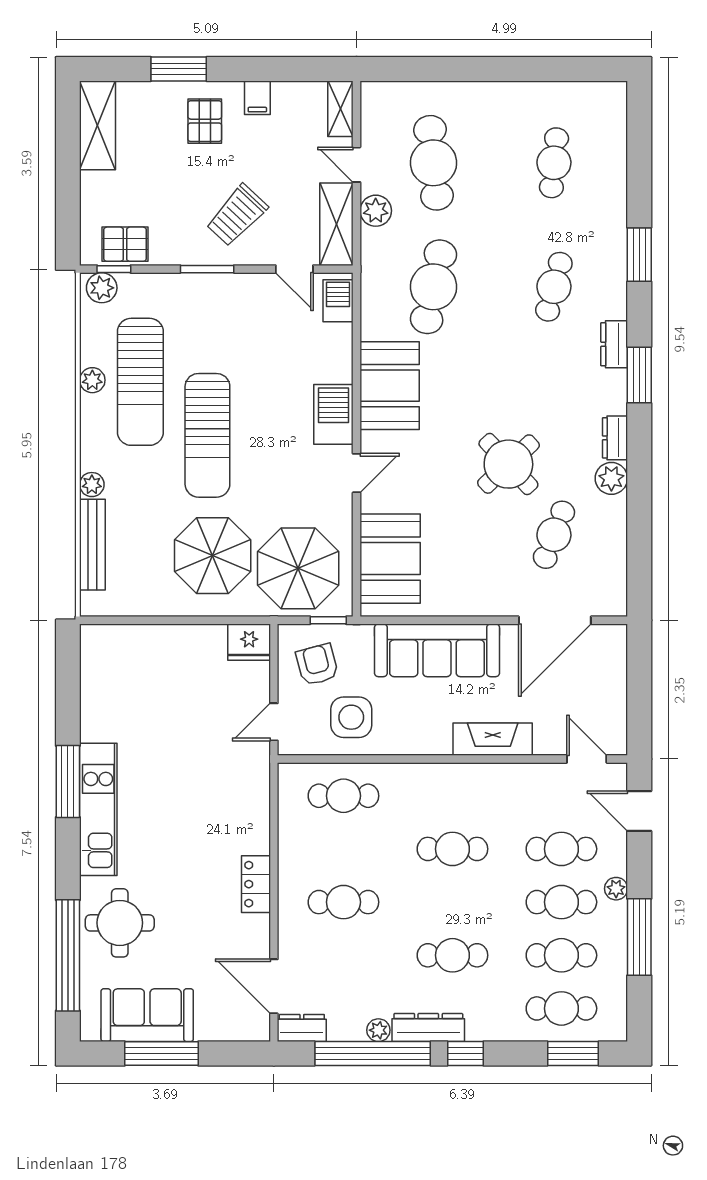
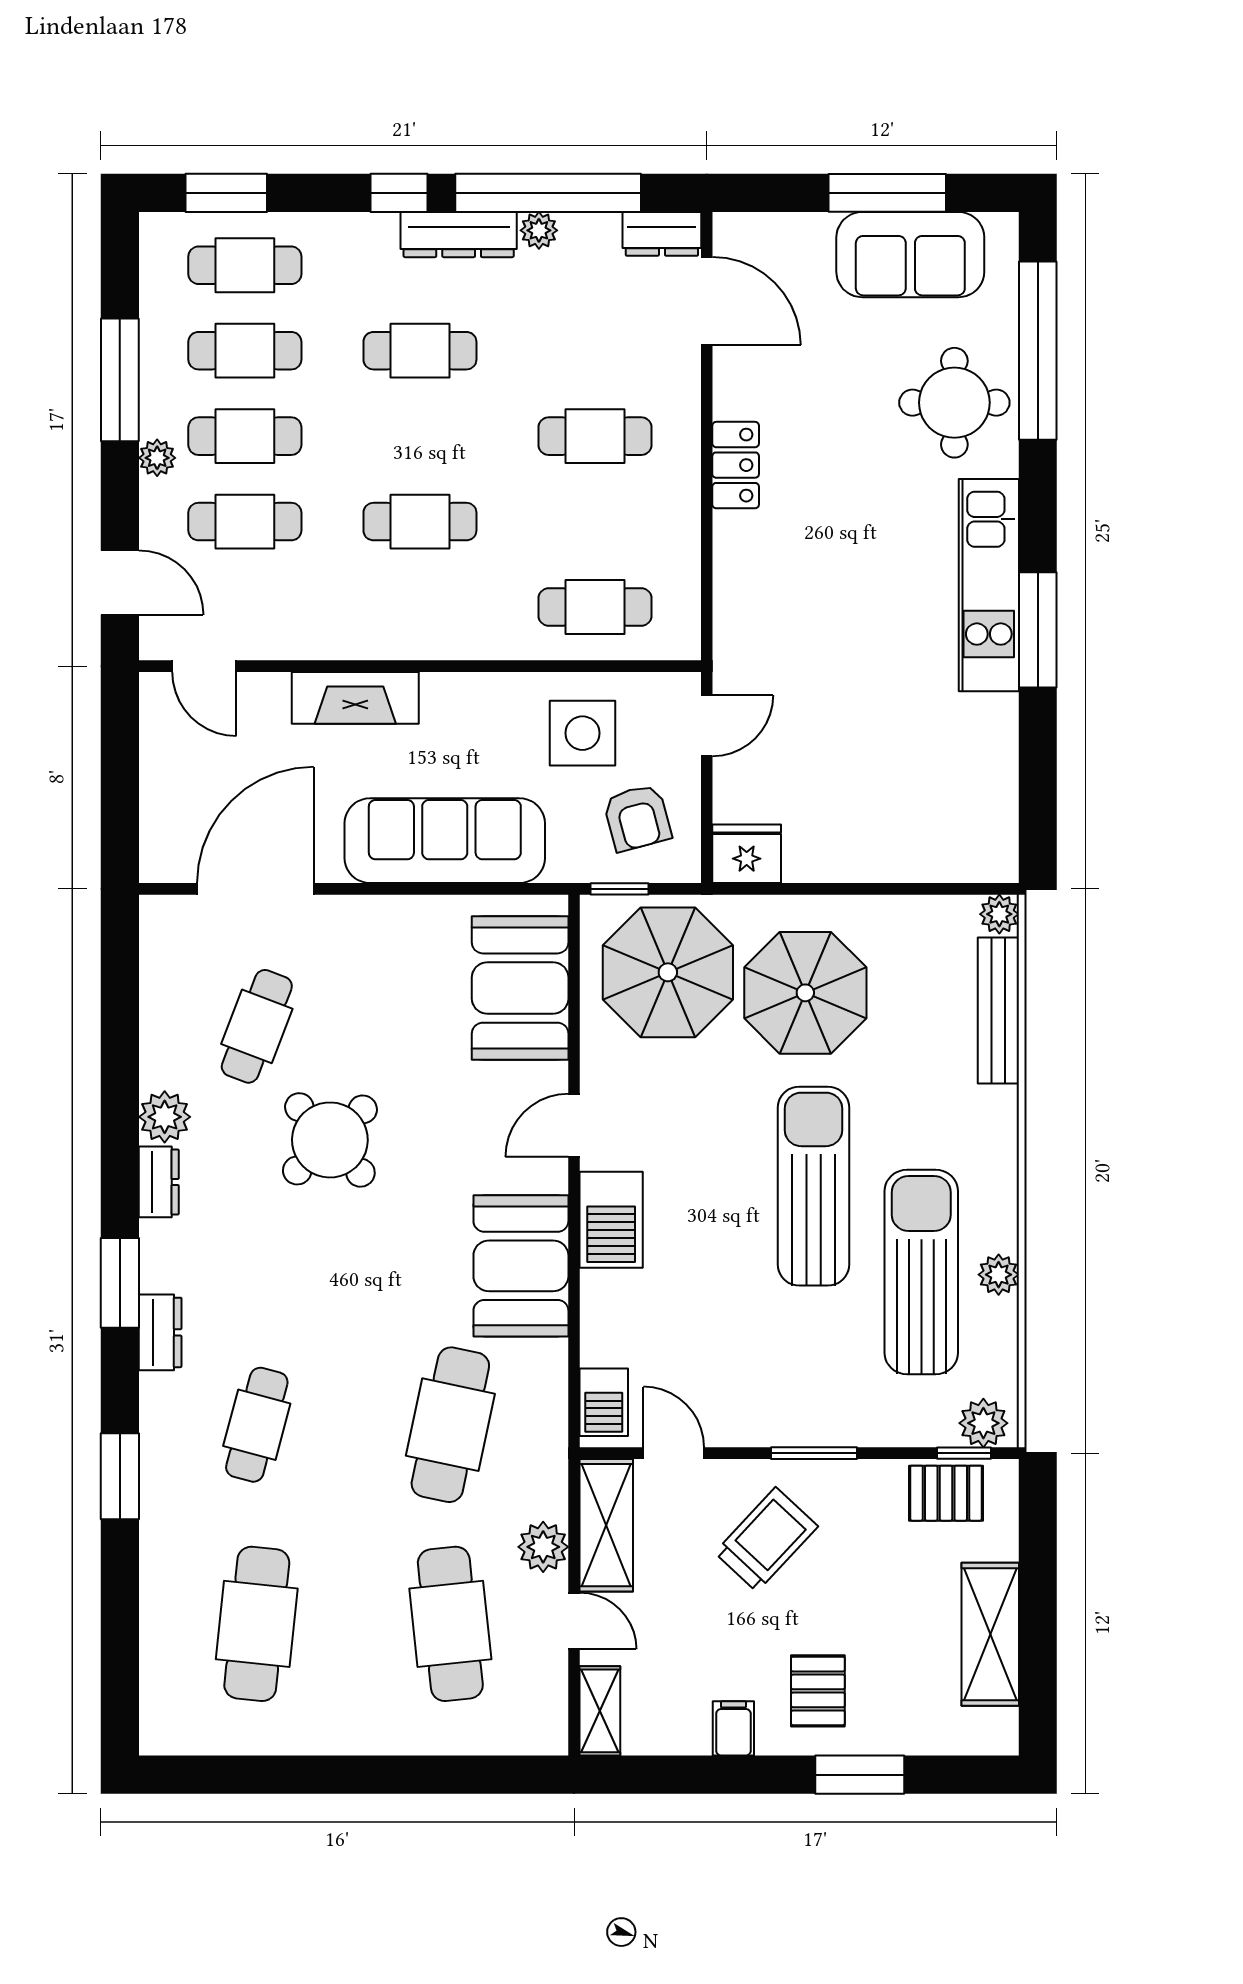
shelving: (98, 125) -> (990, 1634), moved
cafe table: (554, 163) -> (257, 1624), width x1.37, depth x1.35
plant: (92, 485) -> (999, 914), moved

